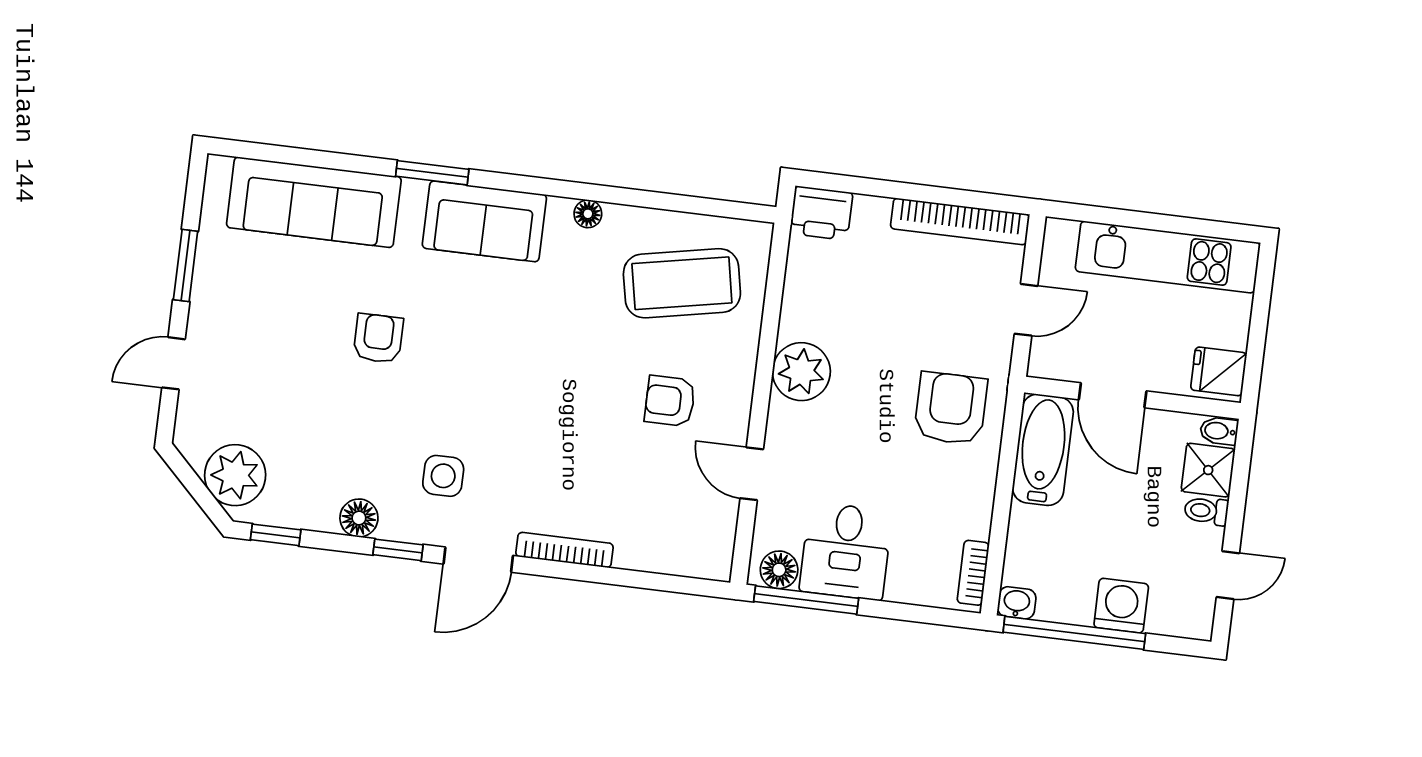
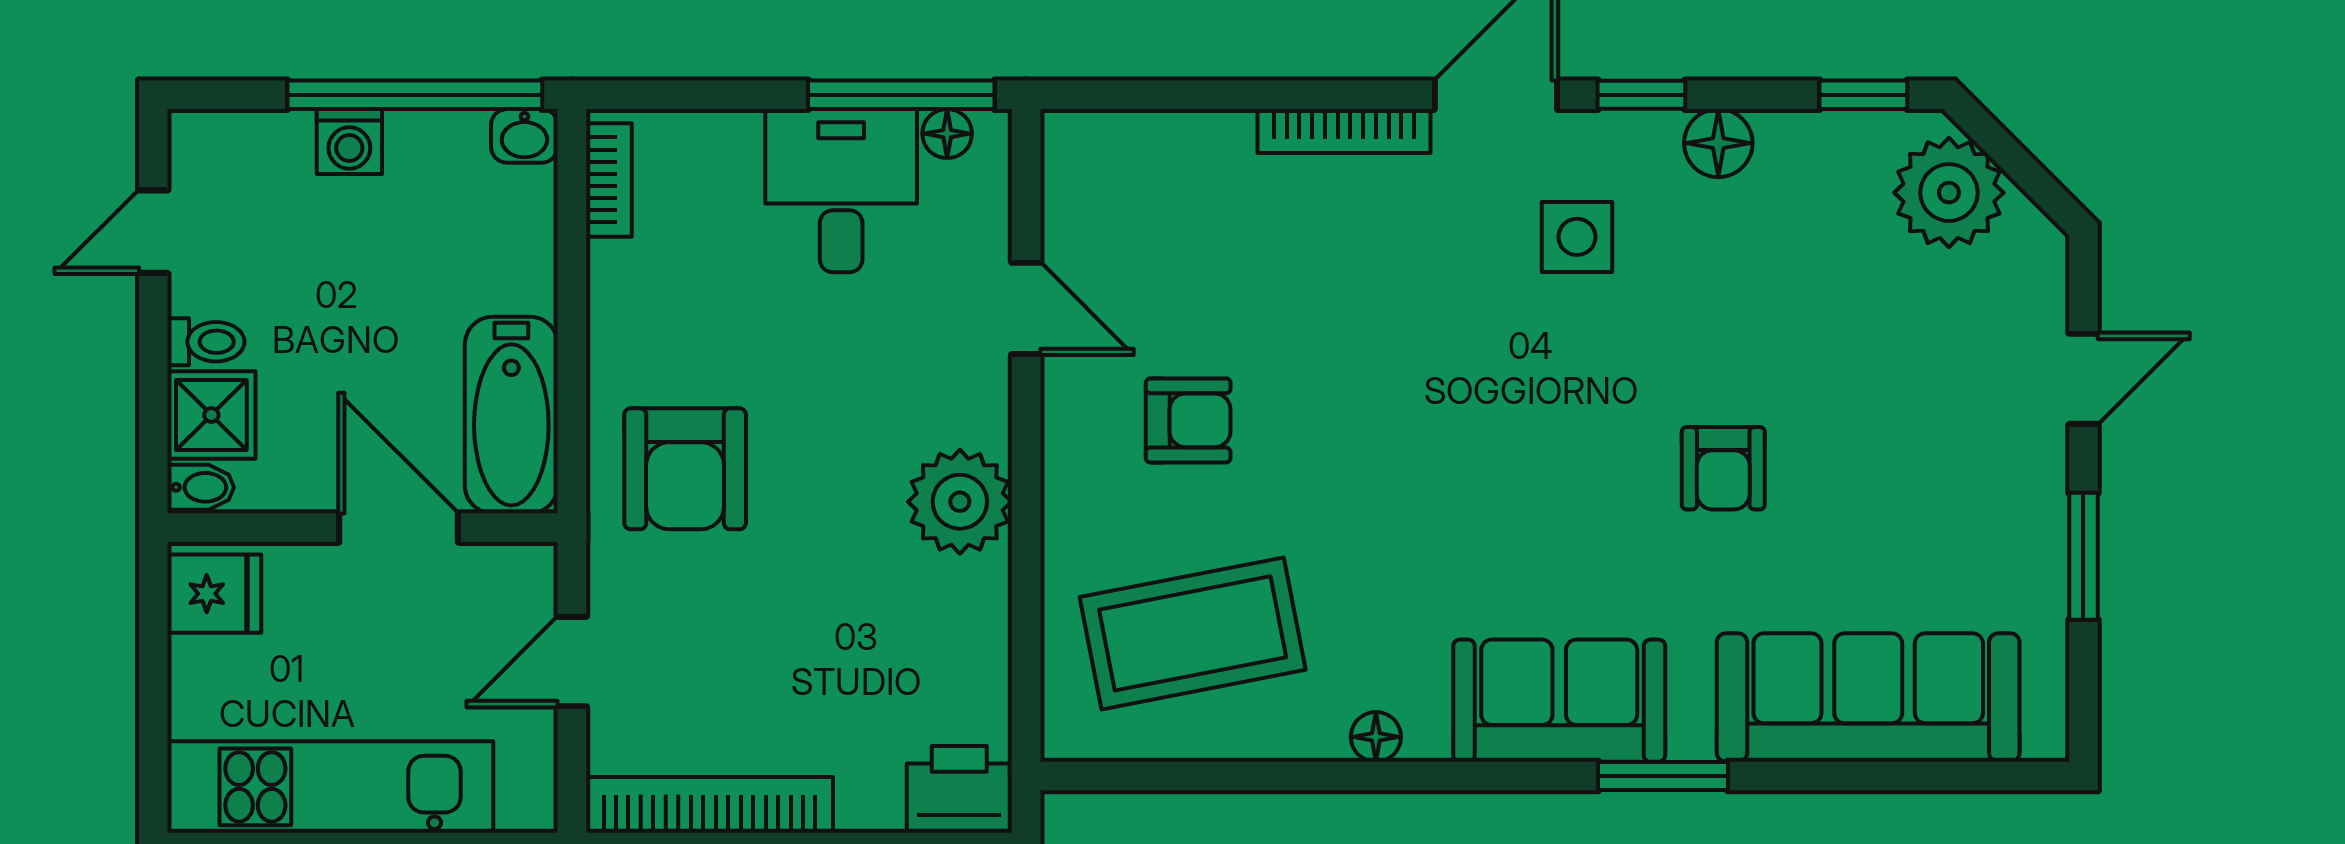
floor lamp: (779, 570) -> (947, 134), width x0.73, depth x0.73
washing machine: (1121, 606) -> (349, 141), width x0.73, depth x0.73

